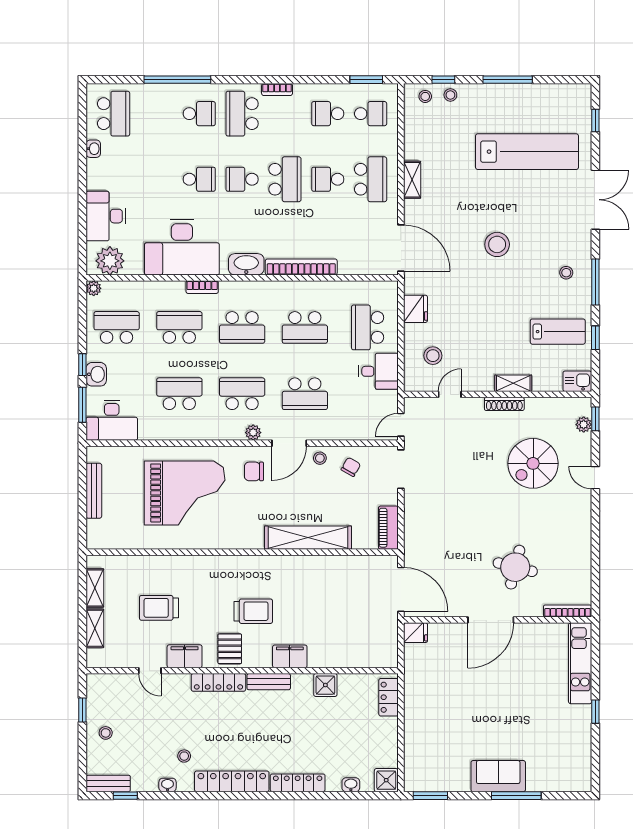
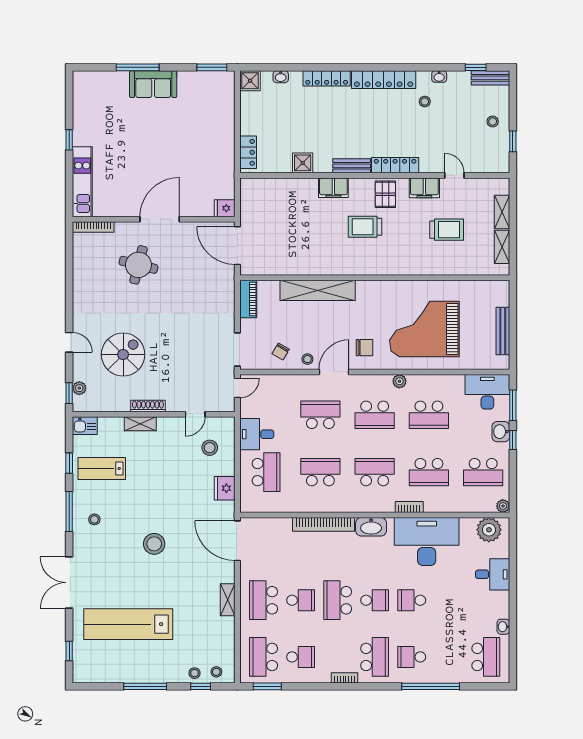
school desk: (114, 114) -> (486, 657), turned 180
school desk: (371, 114) -> (264, 657), width x1.85
desk: (106, 216) -> (493, 574), width x0.73
plant: (253, 433) -> (399, 381), moved

